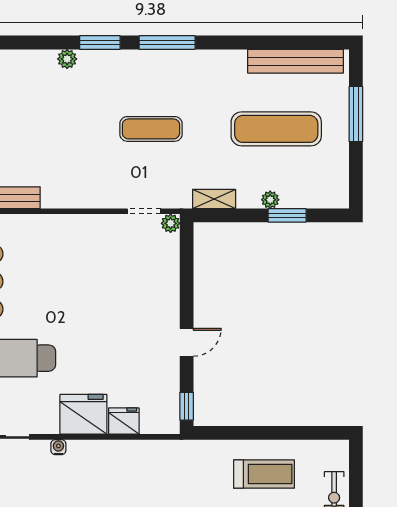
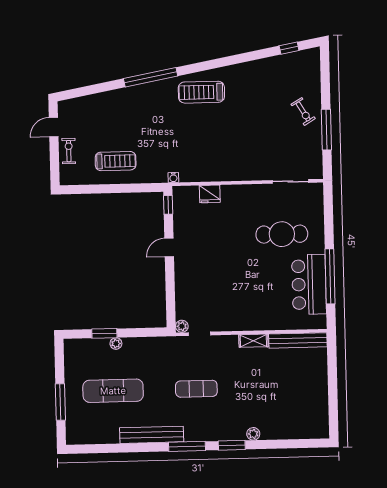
bench: (295, 61) -> (152, 435), moved
shelving: (214, 199) -> (253, 341), moved
fridge: (83, 414) -> (237, 198), removed
water cooler: (58, 447) -> (173, 178), moved
treadmill: (264, 474) -> (116, 161), turned 180

